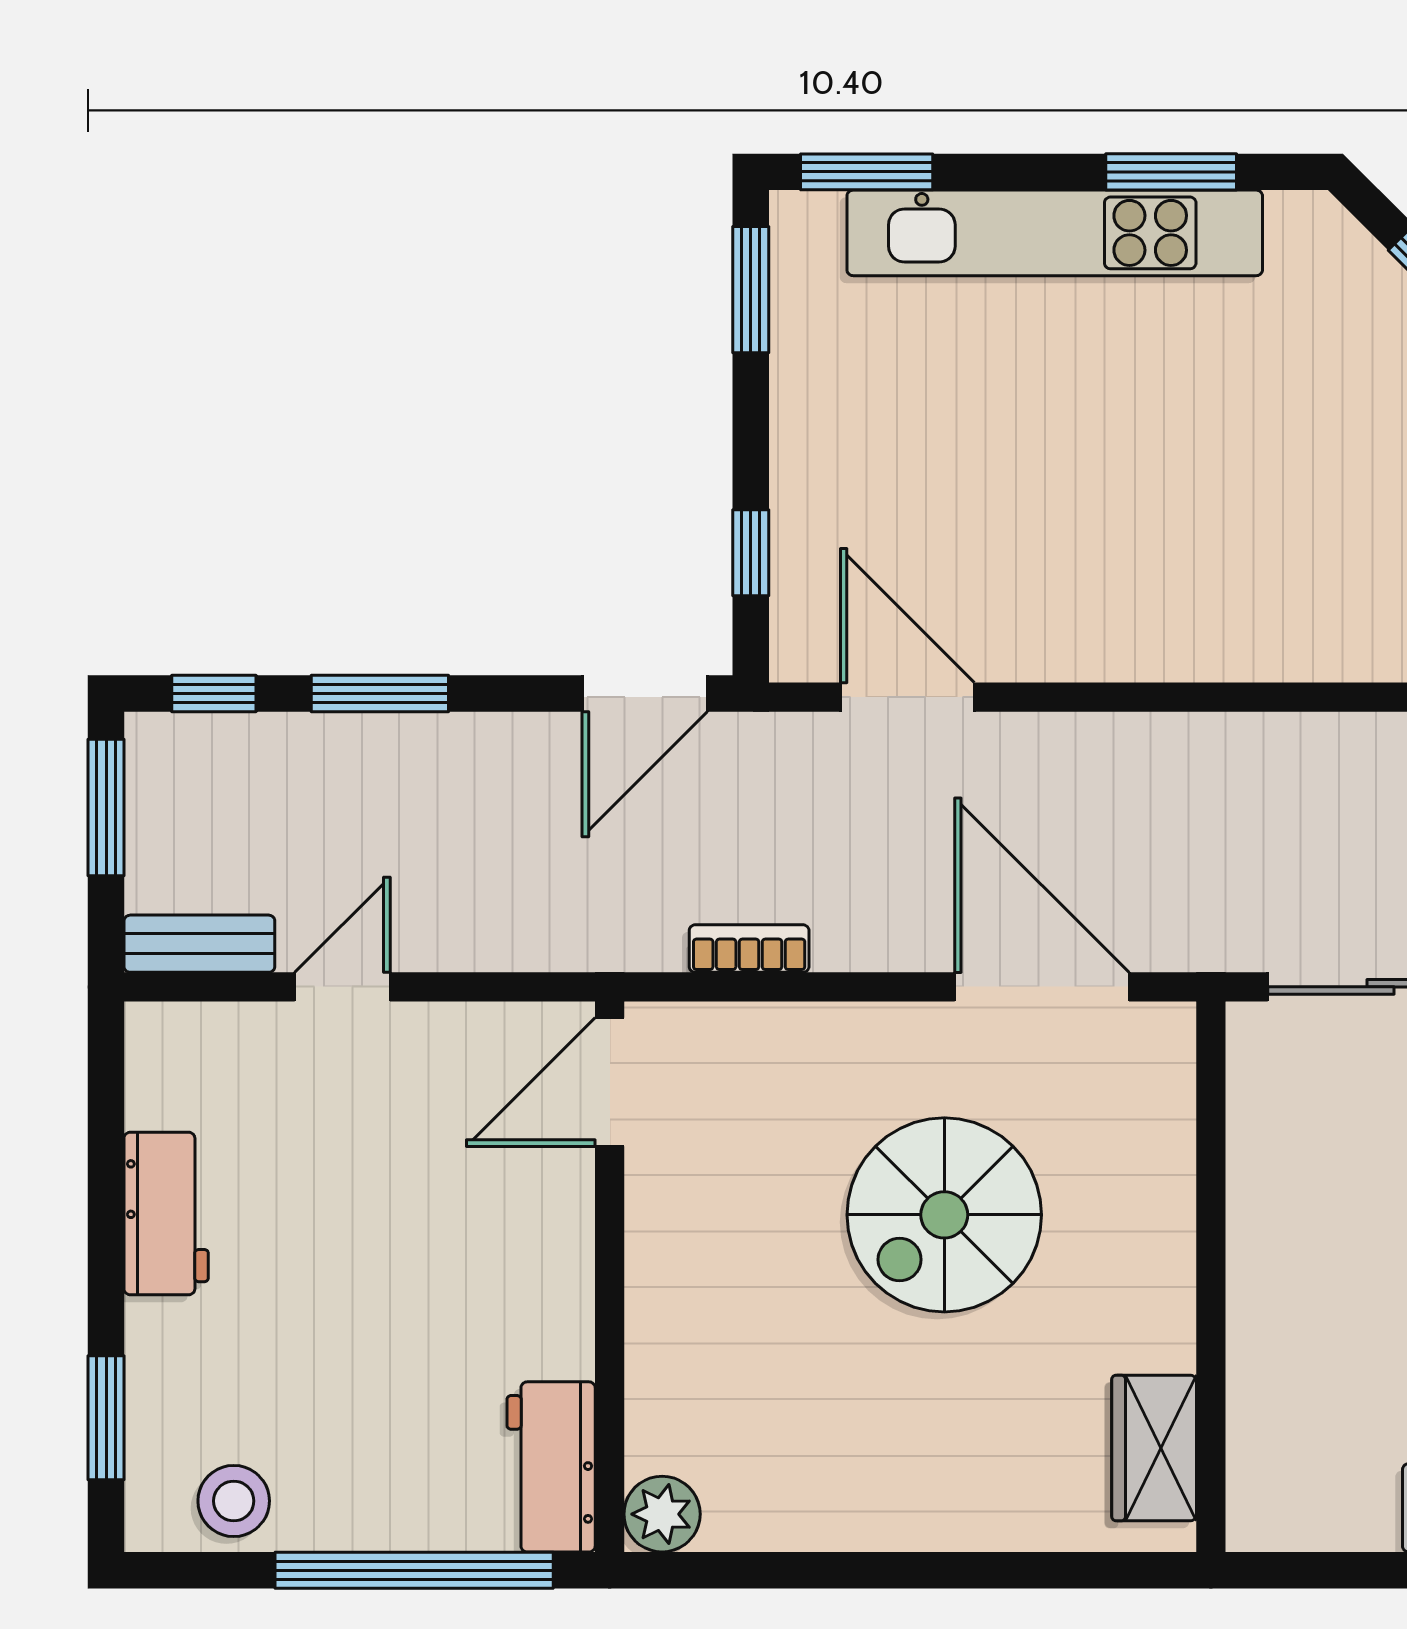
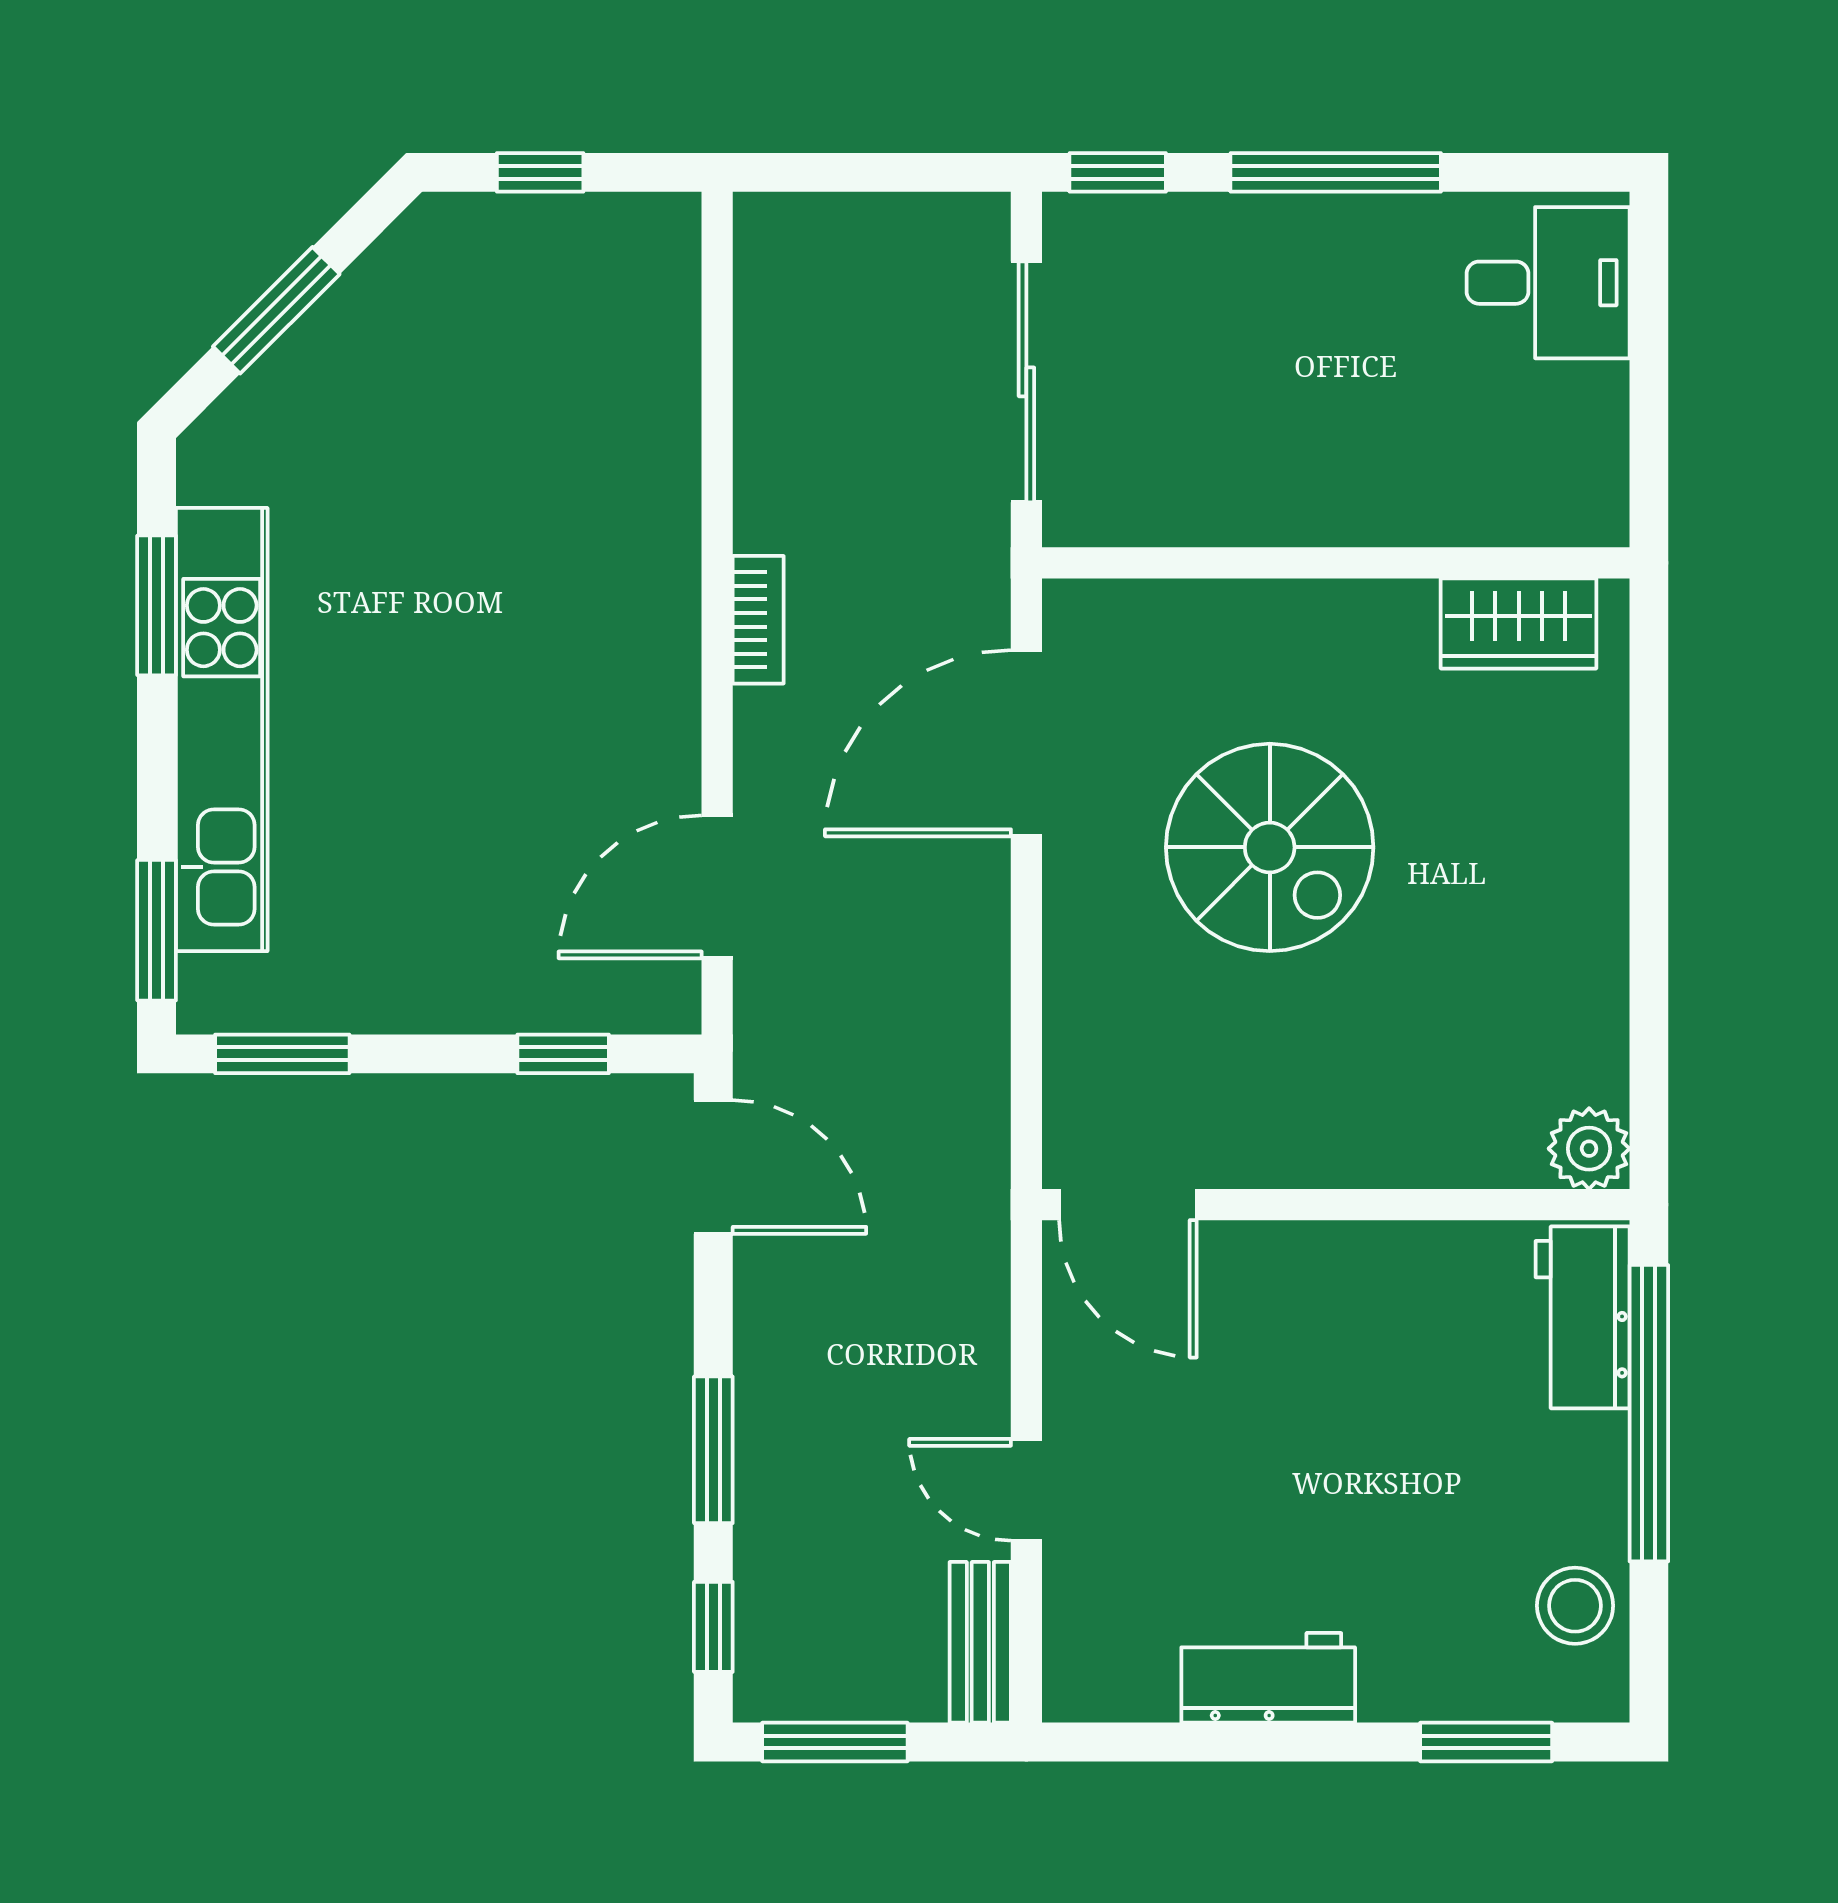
bookcase: (749, 949) -> (758, 620), moved, turned 180
workbench: (551, 1467) -> (1583, 1317), moved, turned 90

